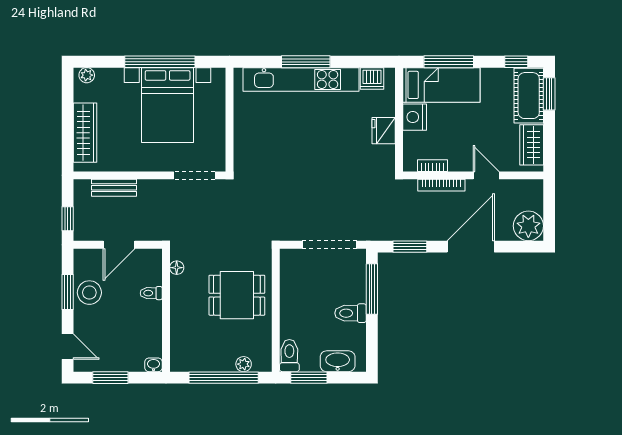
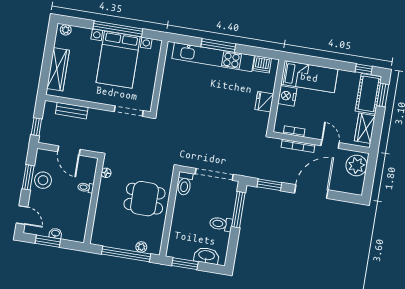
window: (449, 62) -> (317, 62), removed
plant: (528, 226) -> (356, 165), moved
door: (119, 245) -> (69, 150), hinge flipped
toilet: (289, 356) -> (185, 184), moved, turned 180
washbasin: (154, 365) -> (55, 233), moved

